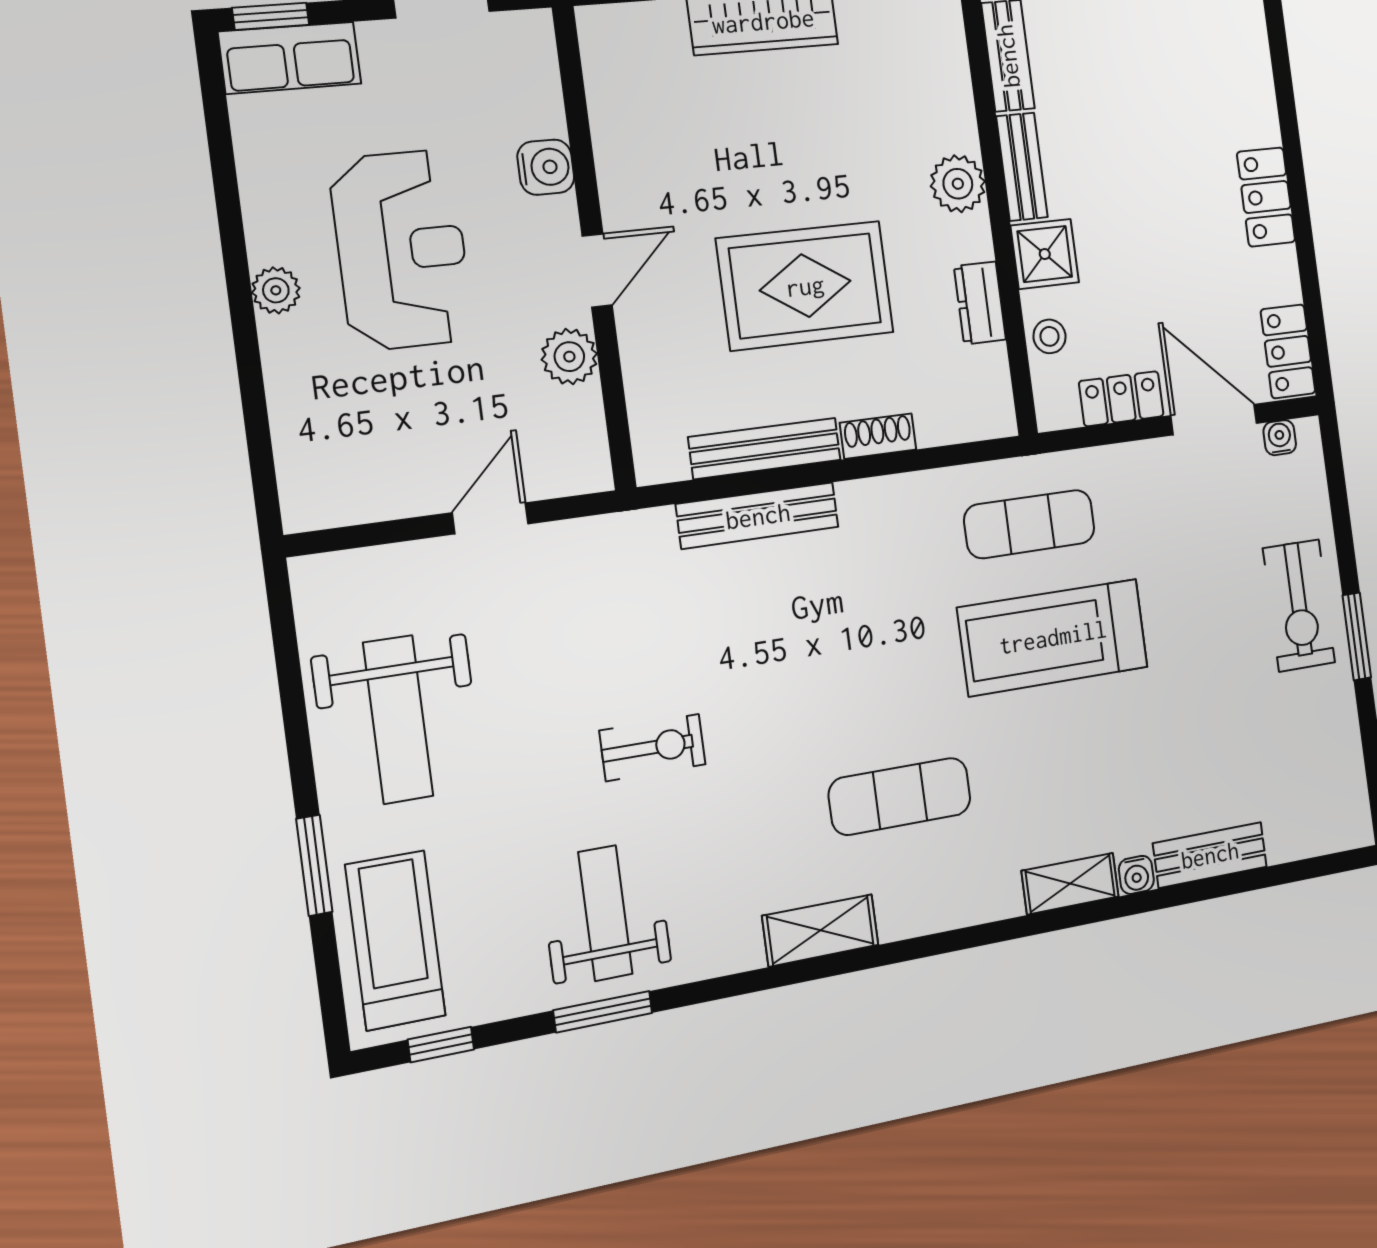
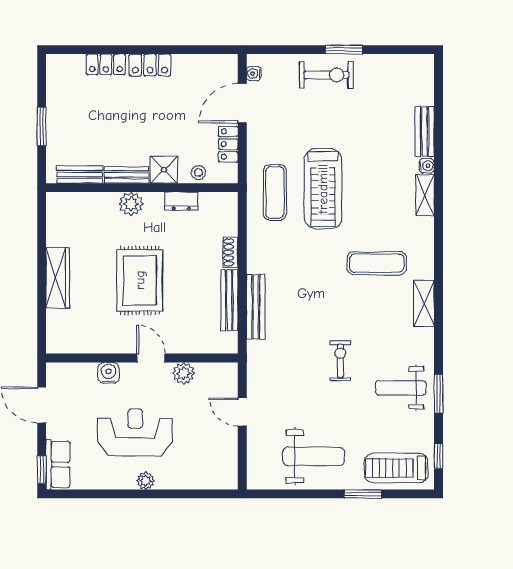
rug: (805, 286) -> (140, 280), moved
locker: (1288, 351) -> (106, 64), moved
exercise mat: (900, 796) -> (377, 263), turned 90

